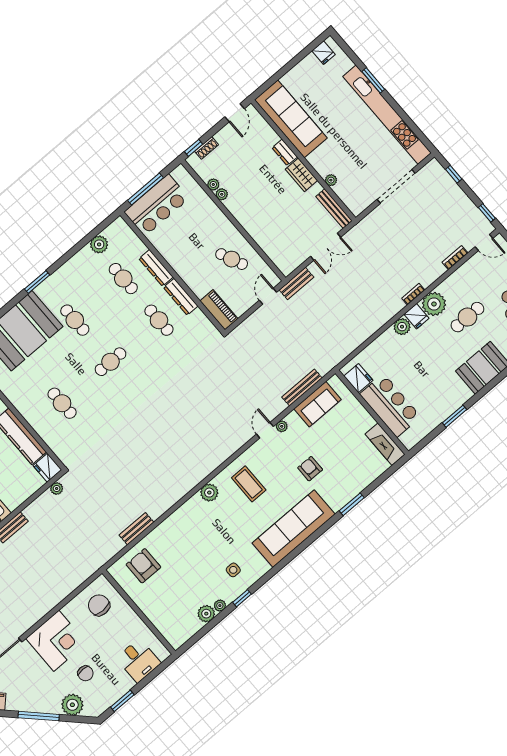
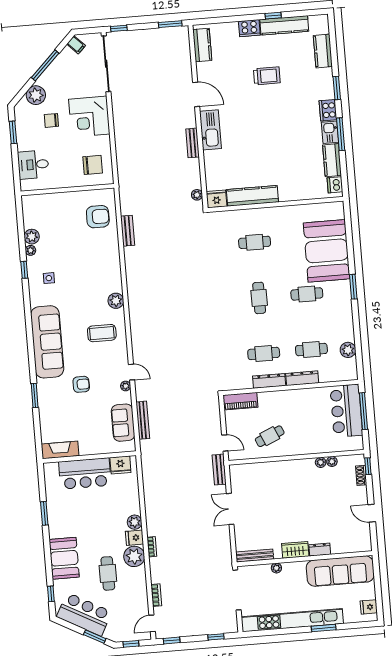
sofa: (291, 119) -> (340, 571), moved
dresser: (285, 152) -> (320, 550), moved
wall: (303, 160) -> (305, 559), moved
wardrobe: (301, 175) -> (295, 550), moved
plant: (331, 180) -> (276, 568), moved
bench: (334, 209) -> (255, 556), moved

